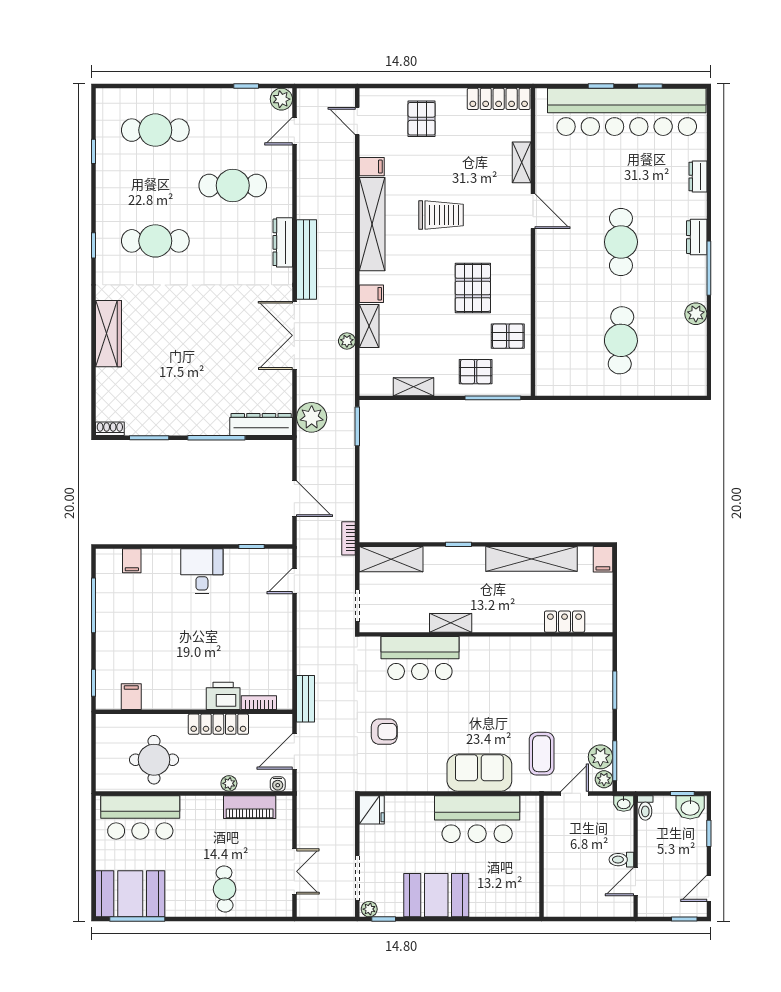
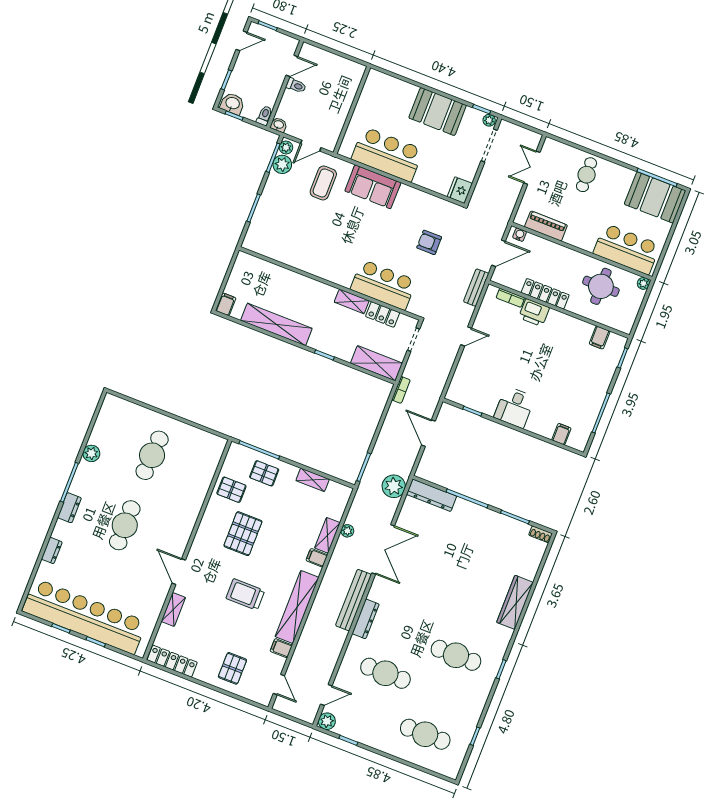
door: (294, 581) -> (466, 336), moved
locker: (565, 622) -> (383, 314), moved
plant: (229, 783) -> (643, 283), moved

